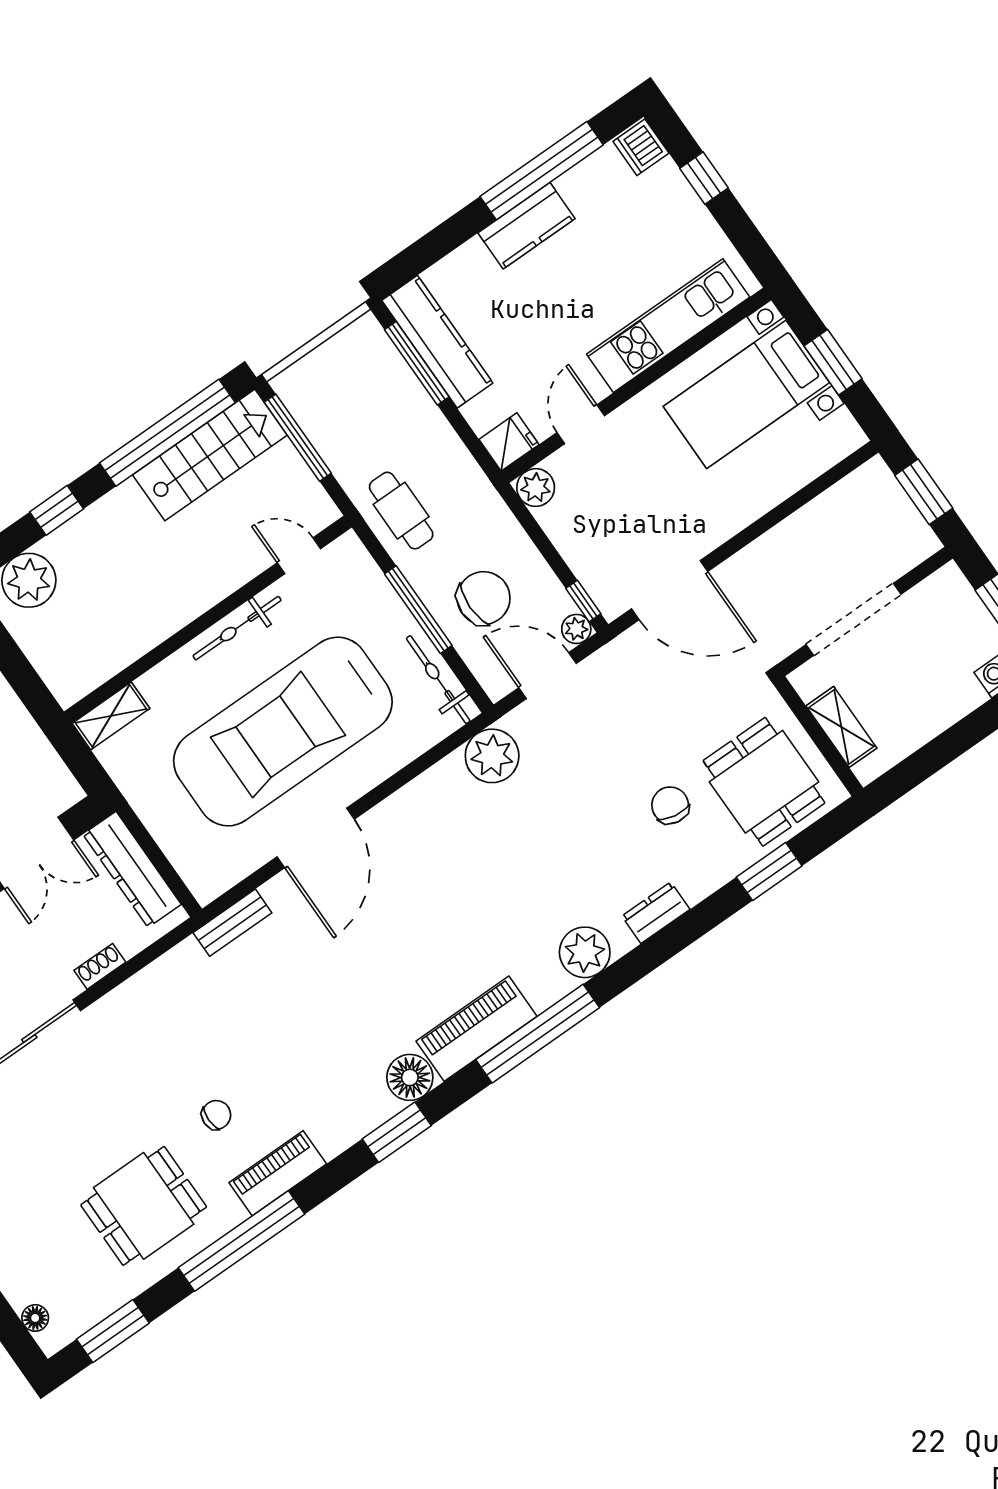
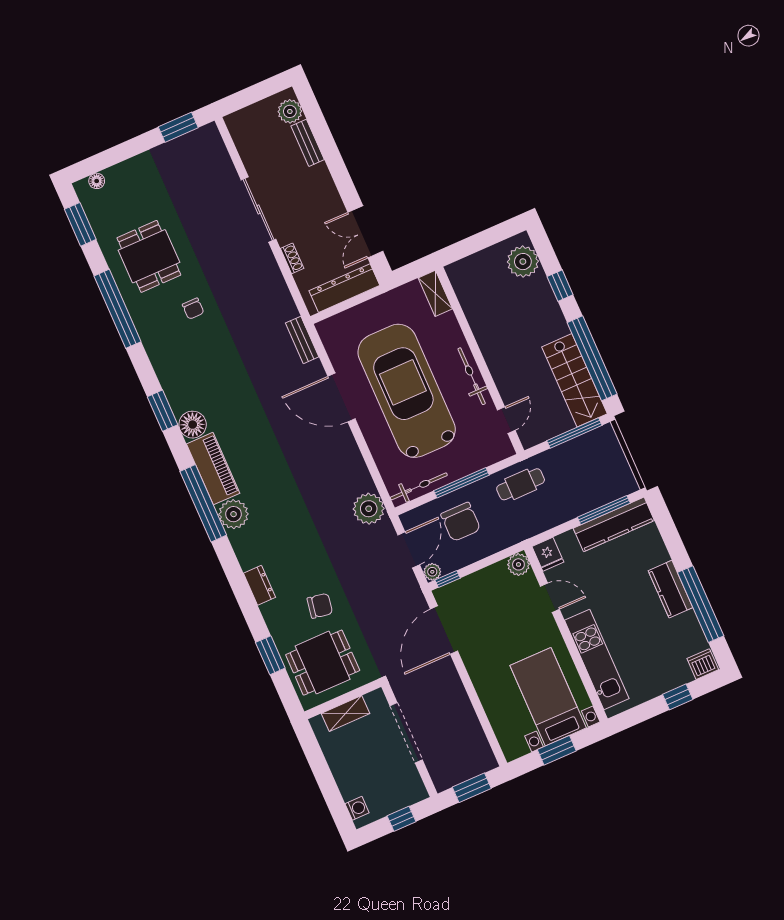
plant: (585, 952) -> (234, 514), moved
piano: (278, 1173) -> (152, 337), removed

